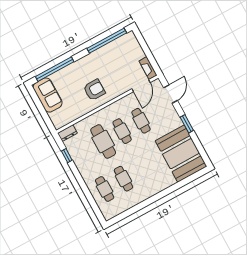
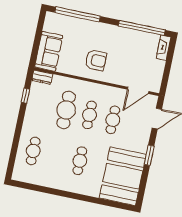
fireplace: (148, 68) -> (164, 48), moved
sofa: (48, 95) -> (49, 51), moved
cafe table: (123, 179) -> (80, 161), moved

